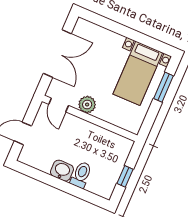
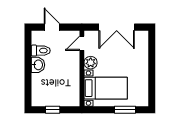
bed with nightstands: (138, 73) -> (106, 88), moved, turned 180
toilet: (81, 175) -> (41, 51), moved

